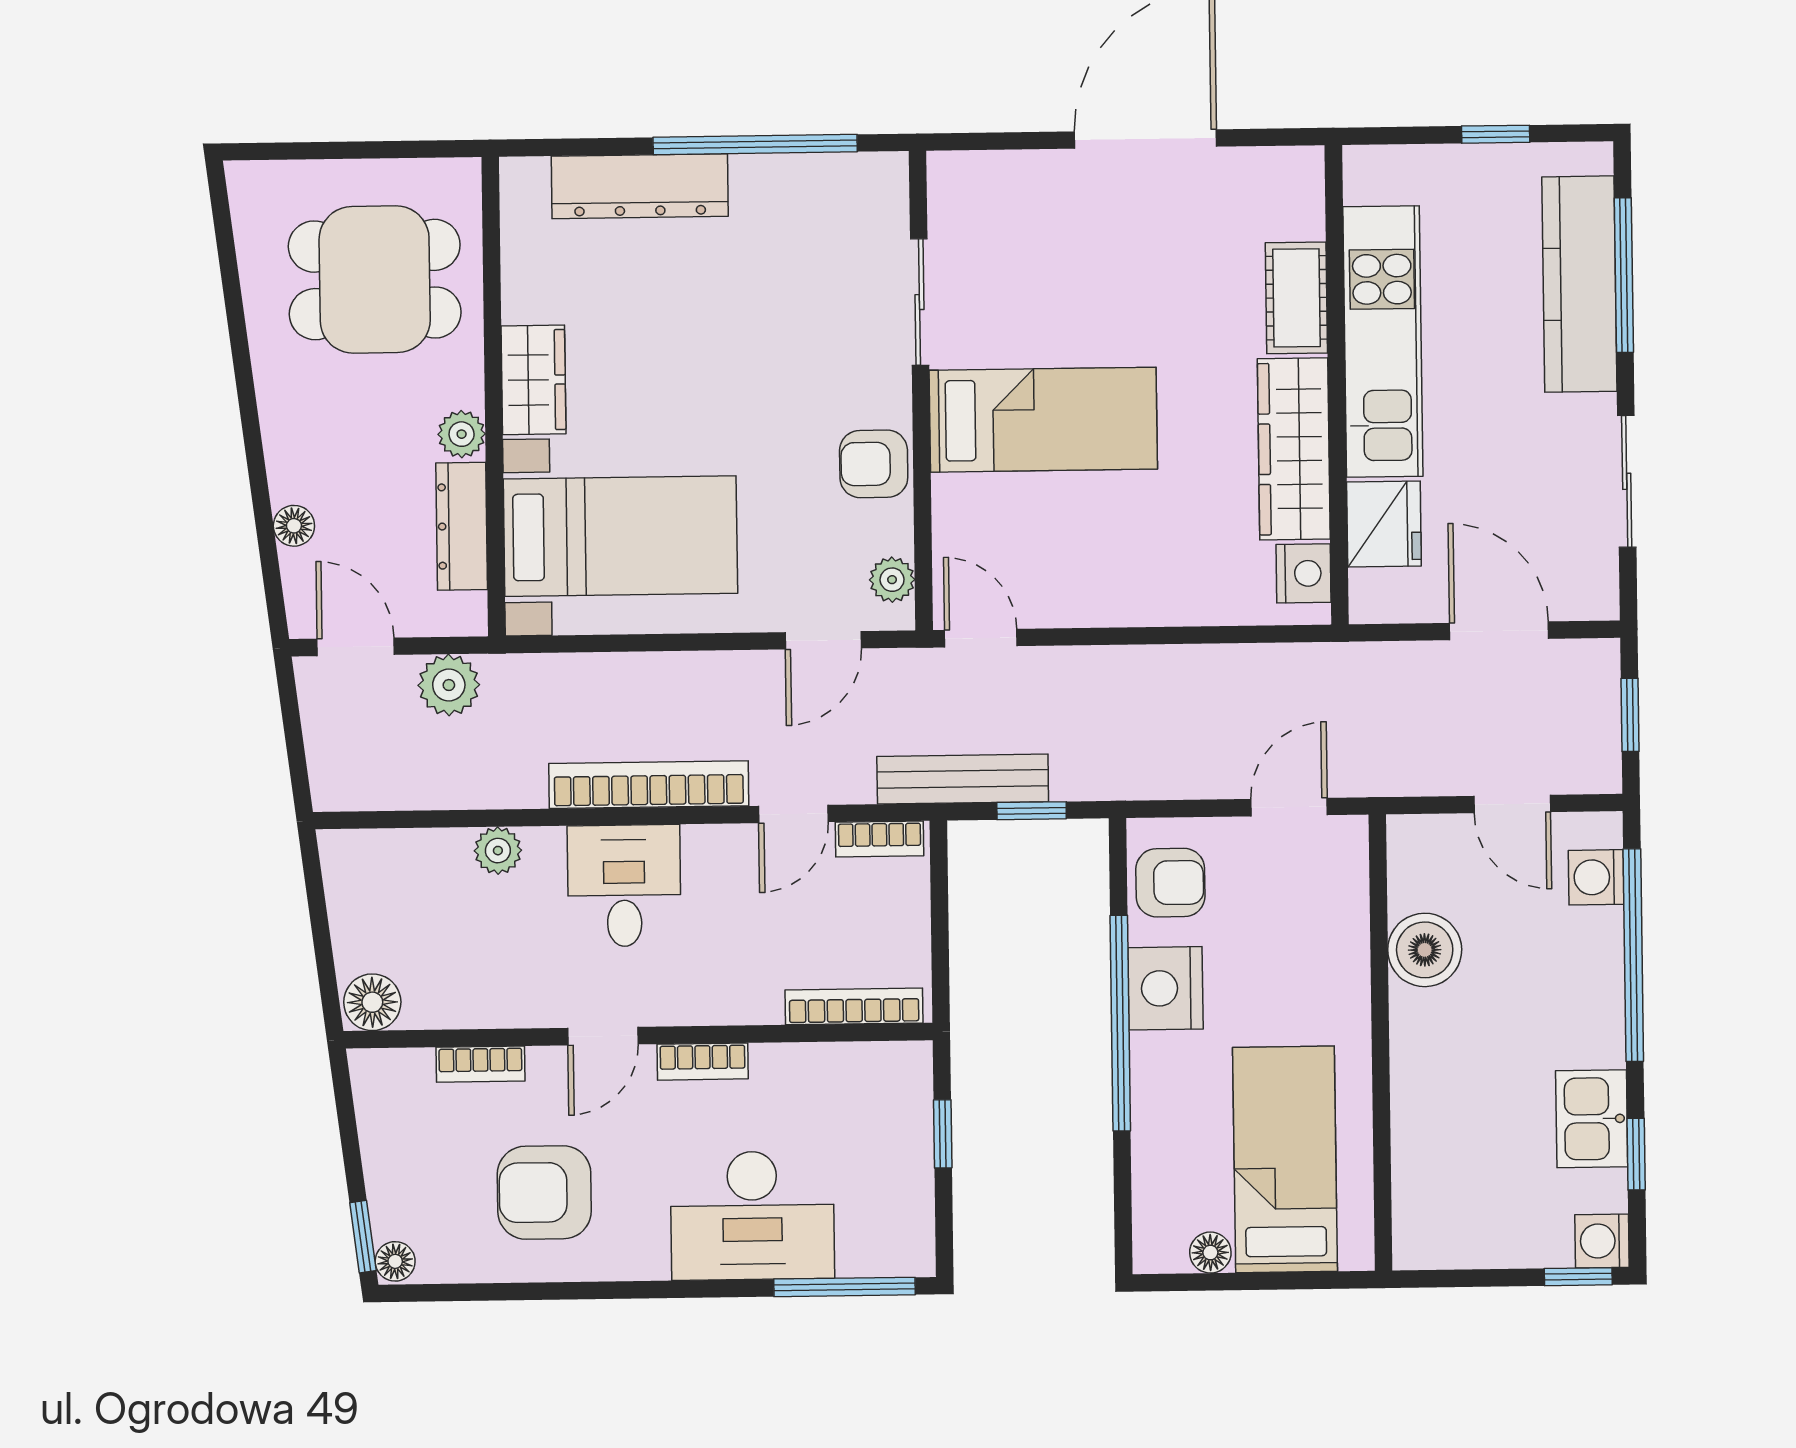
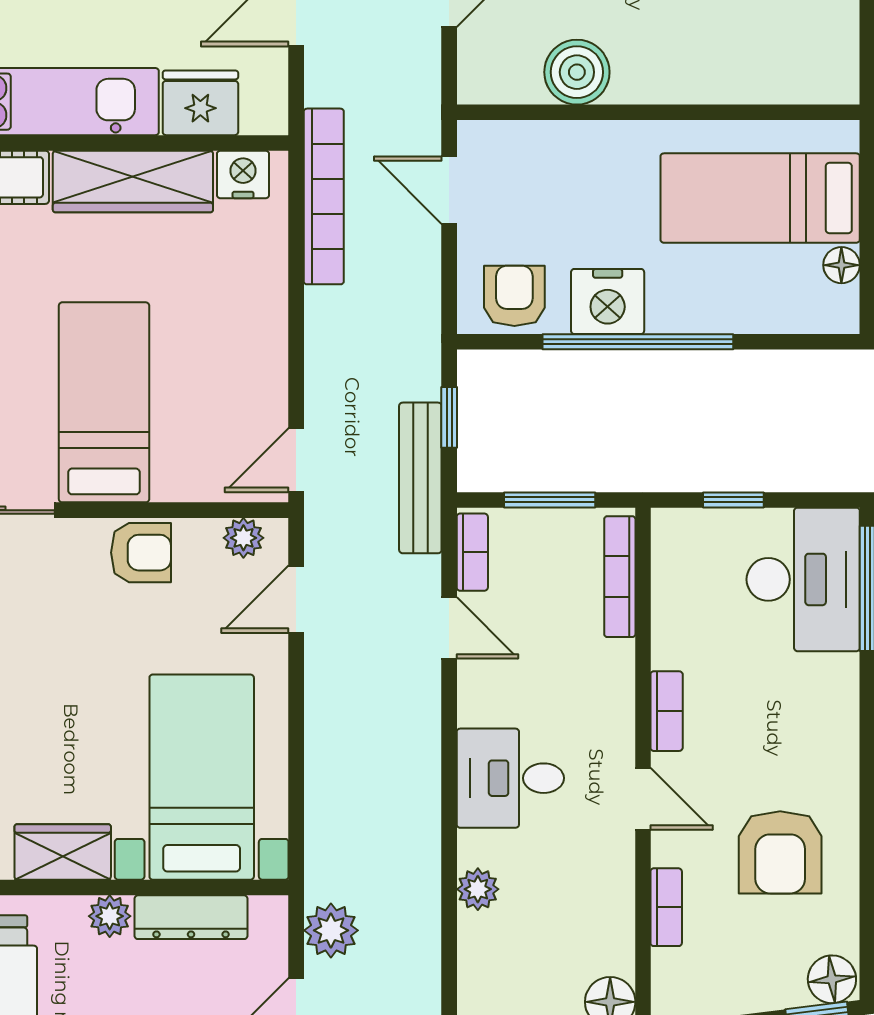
armchair: (874, 464) -> (141, 553), turned -90
door: (823, 640) -> (296, 599), swing flipped
bookcase: (649, 785) -> (324, 196), moved, turned 180
window: (940, 926) -> (550, 500), added
desk: (752, 1216) -> (803, 579), moved
floor lamp: (395, 1261) -> (832, 979), width x1.37, depth x1.37

